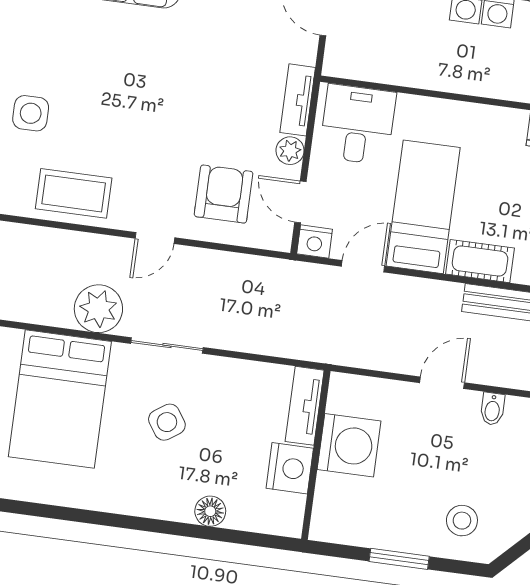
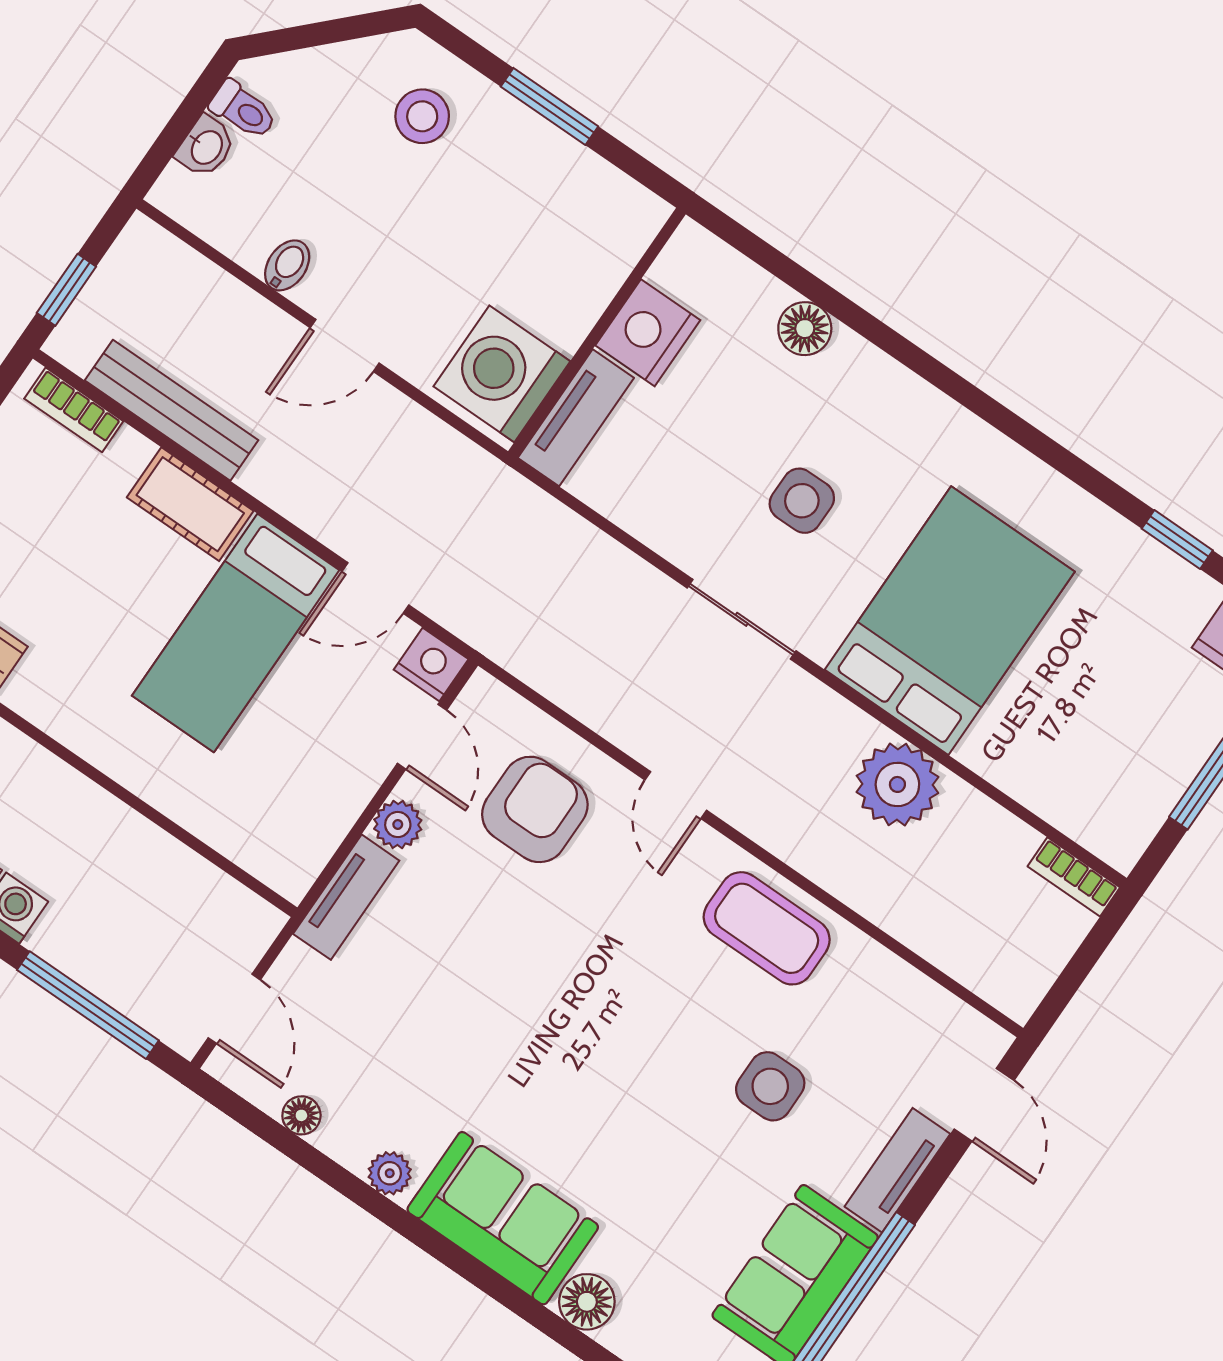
desk: (358, 124) -> (272, 812), removed
armchair: (224, 194) -> (535, 809), turned 180
door: (155, 238) -> (676, 795), swing flipped
plant: (98, 309) -> (897, 784), moved
side table: (167, 422) -> (802, 501), turned 34
washing machine: (349, 445) -> (502, 374), moved

